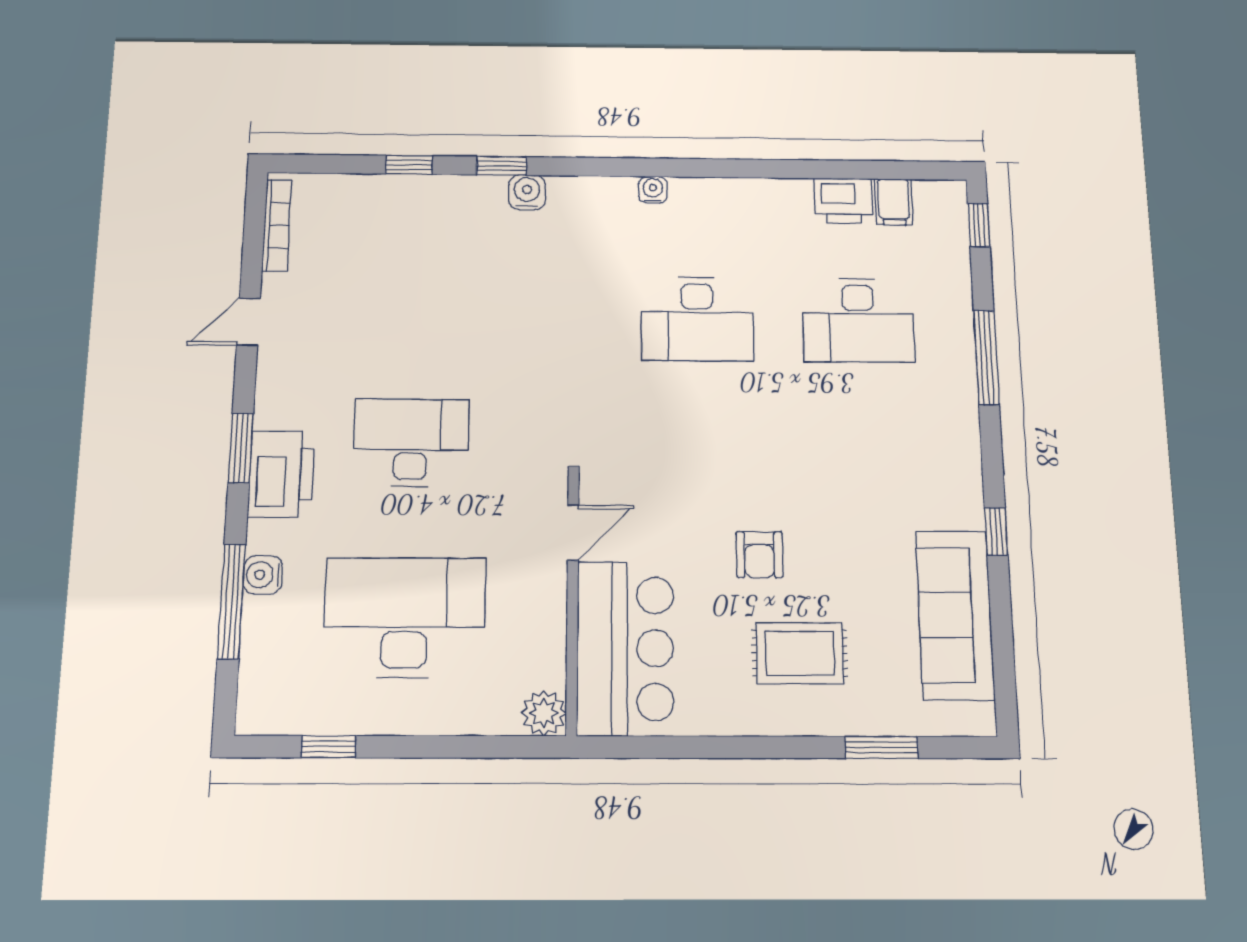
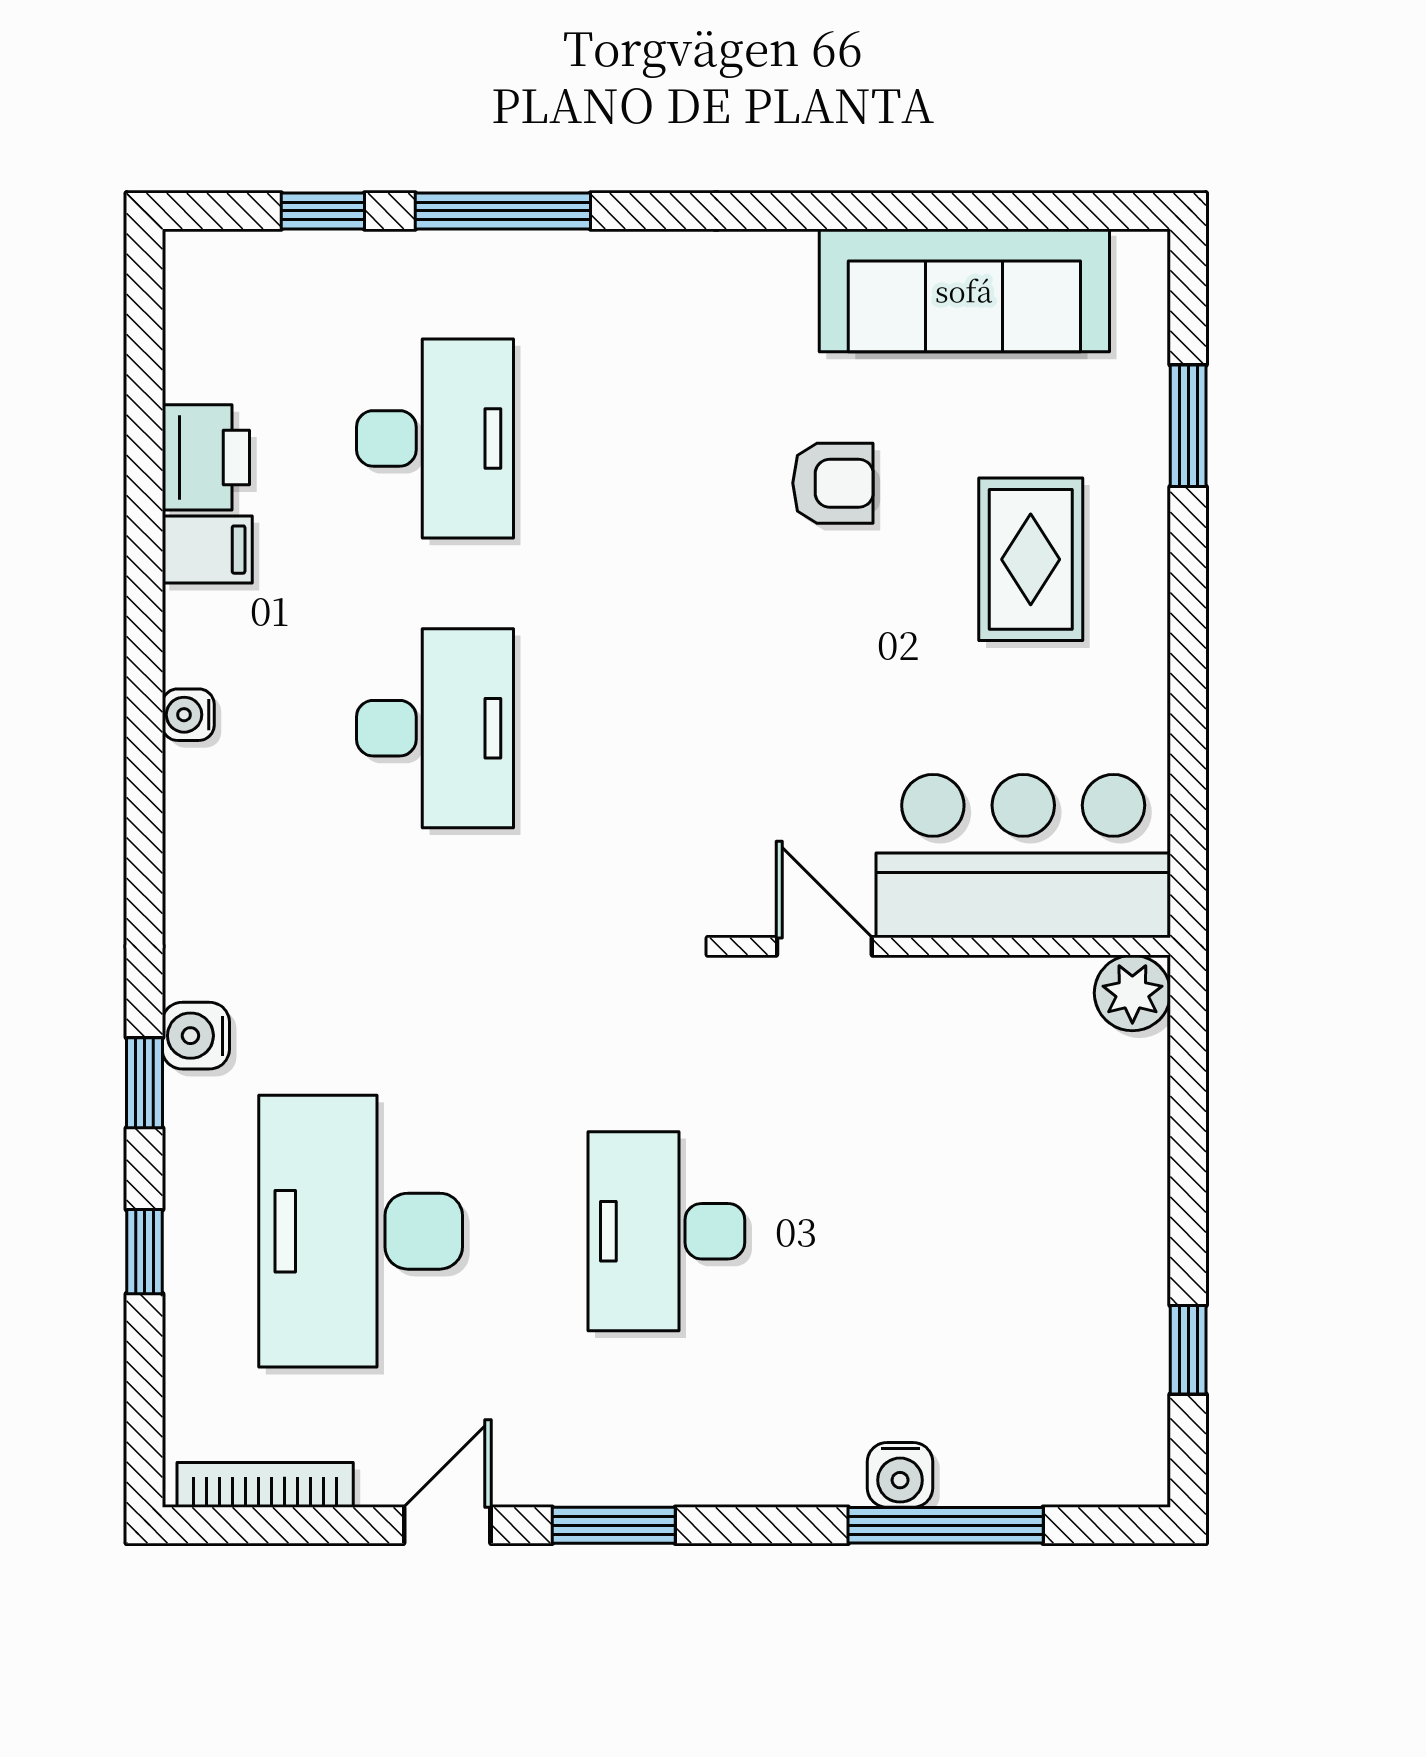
water cooler: (653, 190) -> (188, 715), moved
filing cabinet: (894, 202) -> (207, 550), moved
window: (979, 225) -> (323, 211), moved
door: (248, 322) -> (447, 1525), swing flipped
window: (241, 448) -> (614, 1525), moved
printer: (281, 474) -> (724, 1453), removed
window: (996, 531) -> (818, 211), removed
armchair: (759, 555) -> (833, 483), moved
desk: (405, 617) -> (361, 1231), moved

